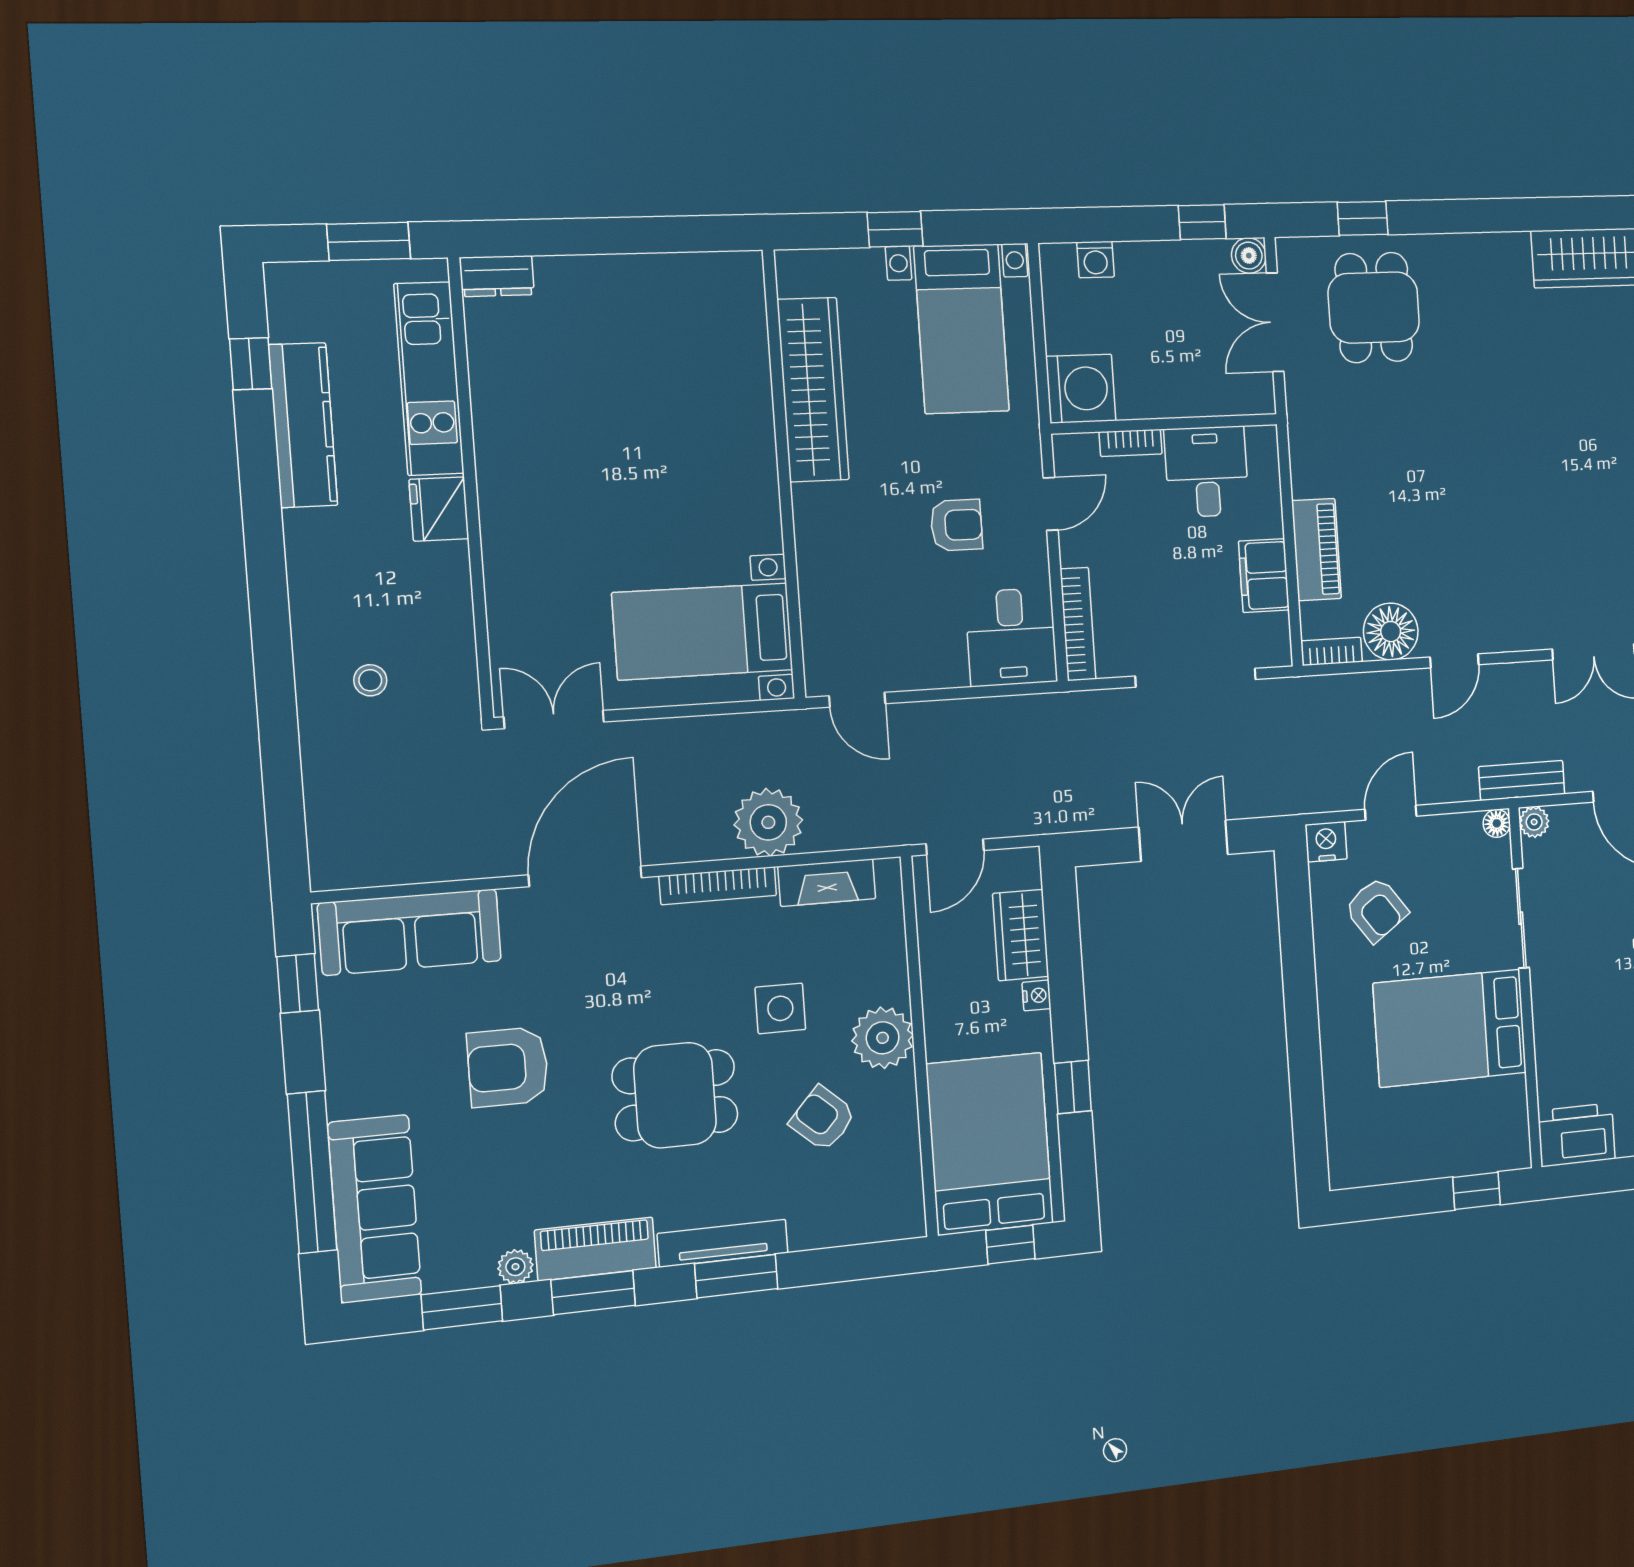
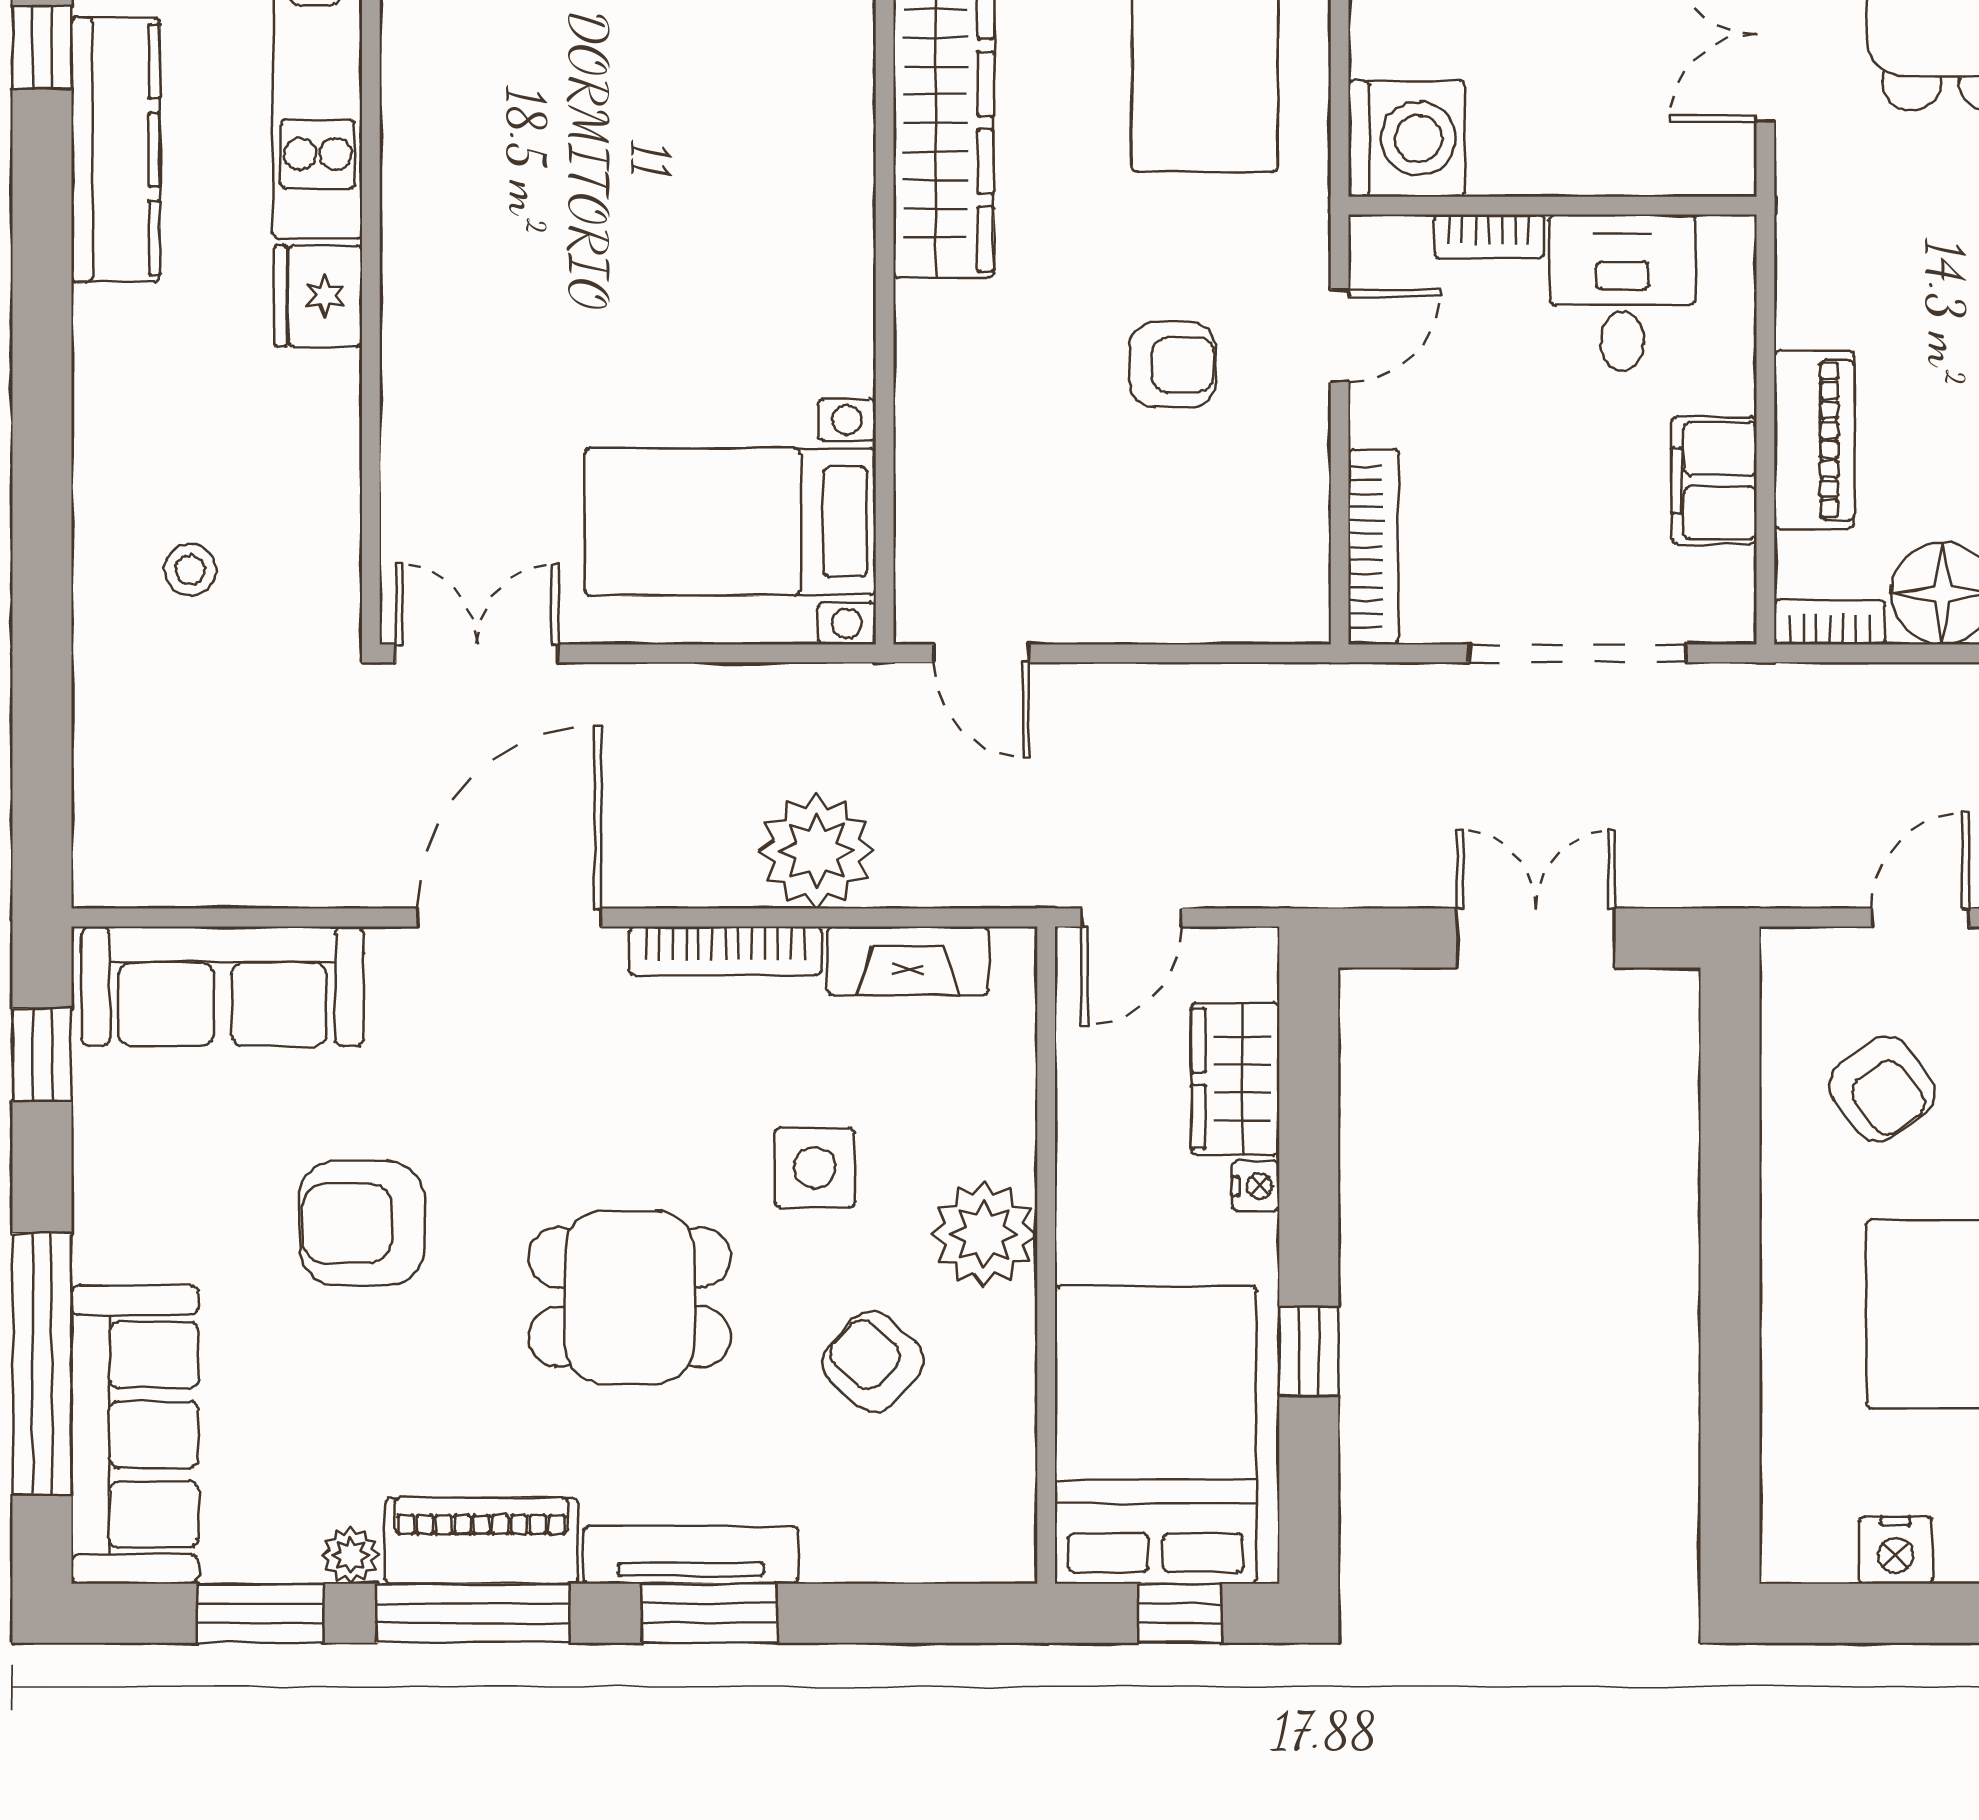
desk: (1011, 637) -> (1255, 562), removed
nightstand: (1326, 842) -> (1895, 1550), moved, turned 180
window: (593, 1293) -> (472, 1613), width x1.44

